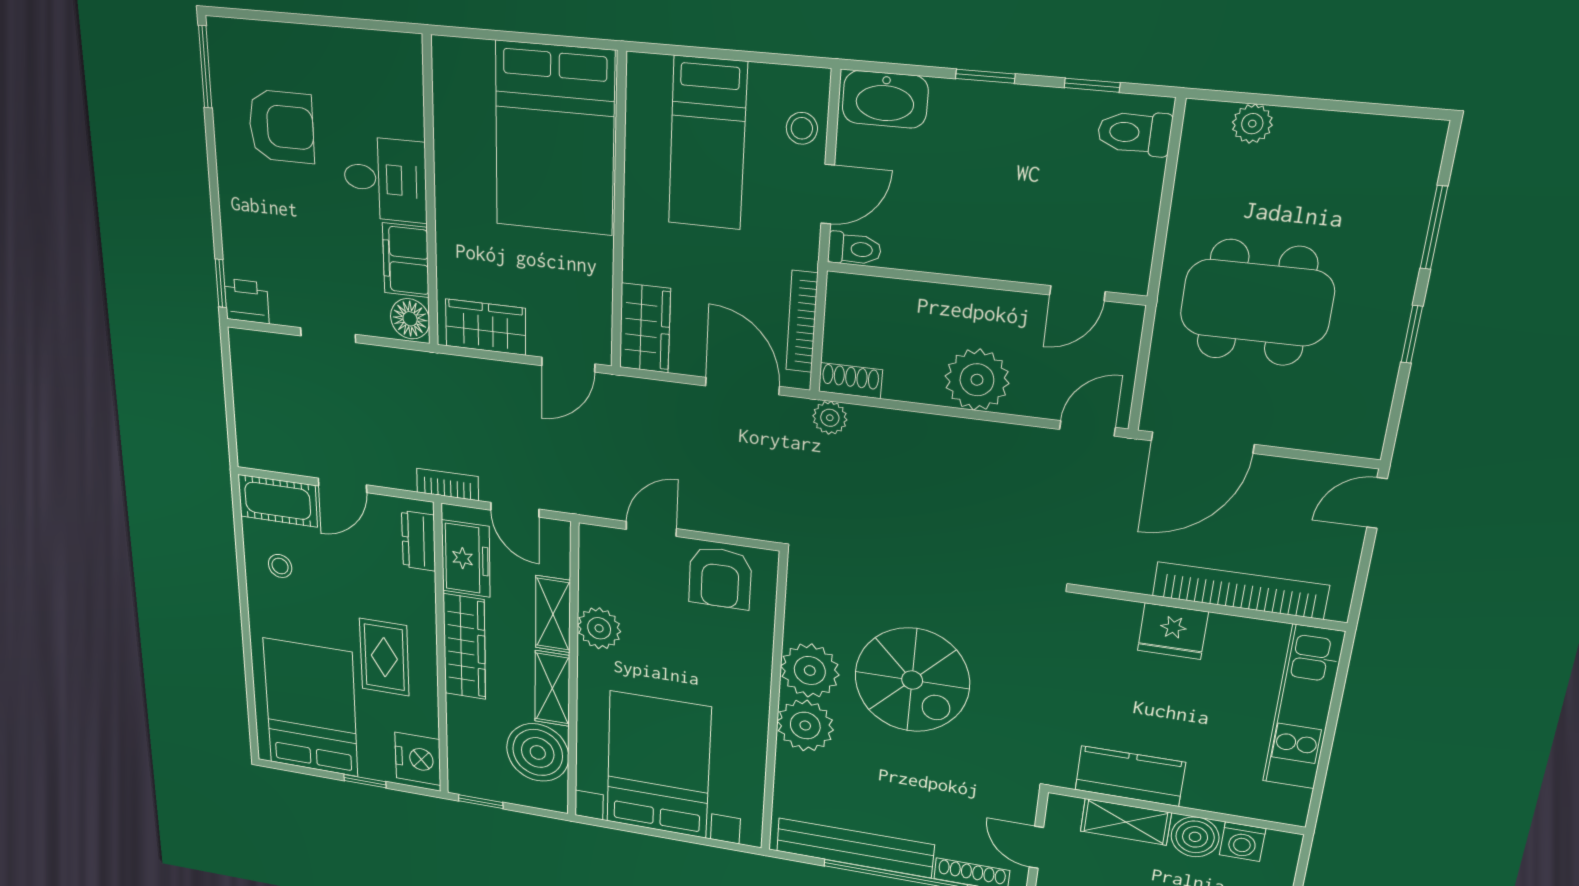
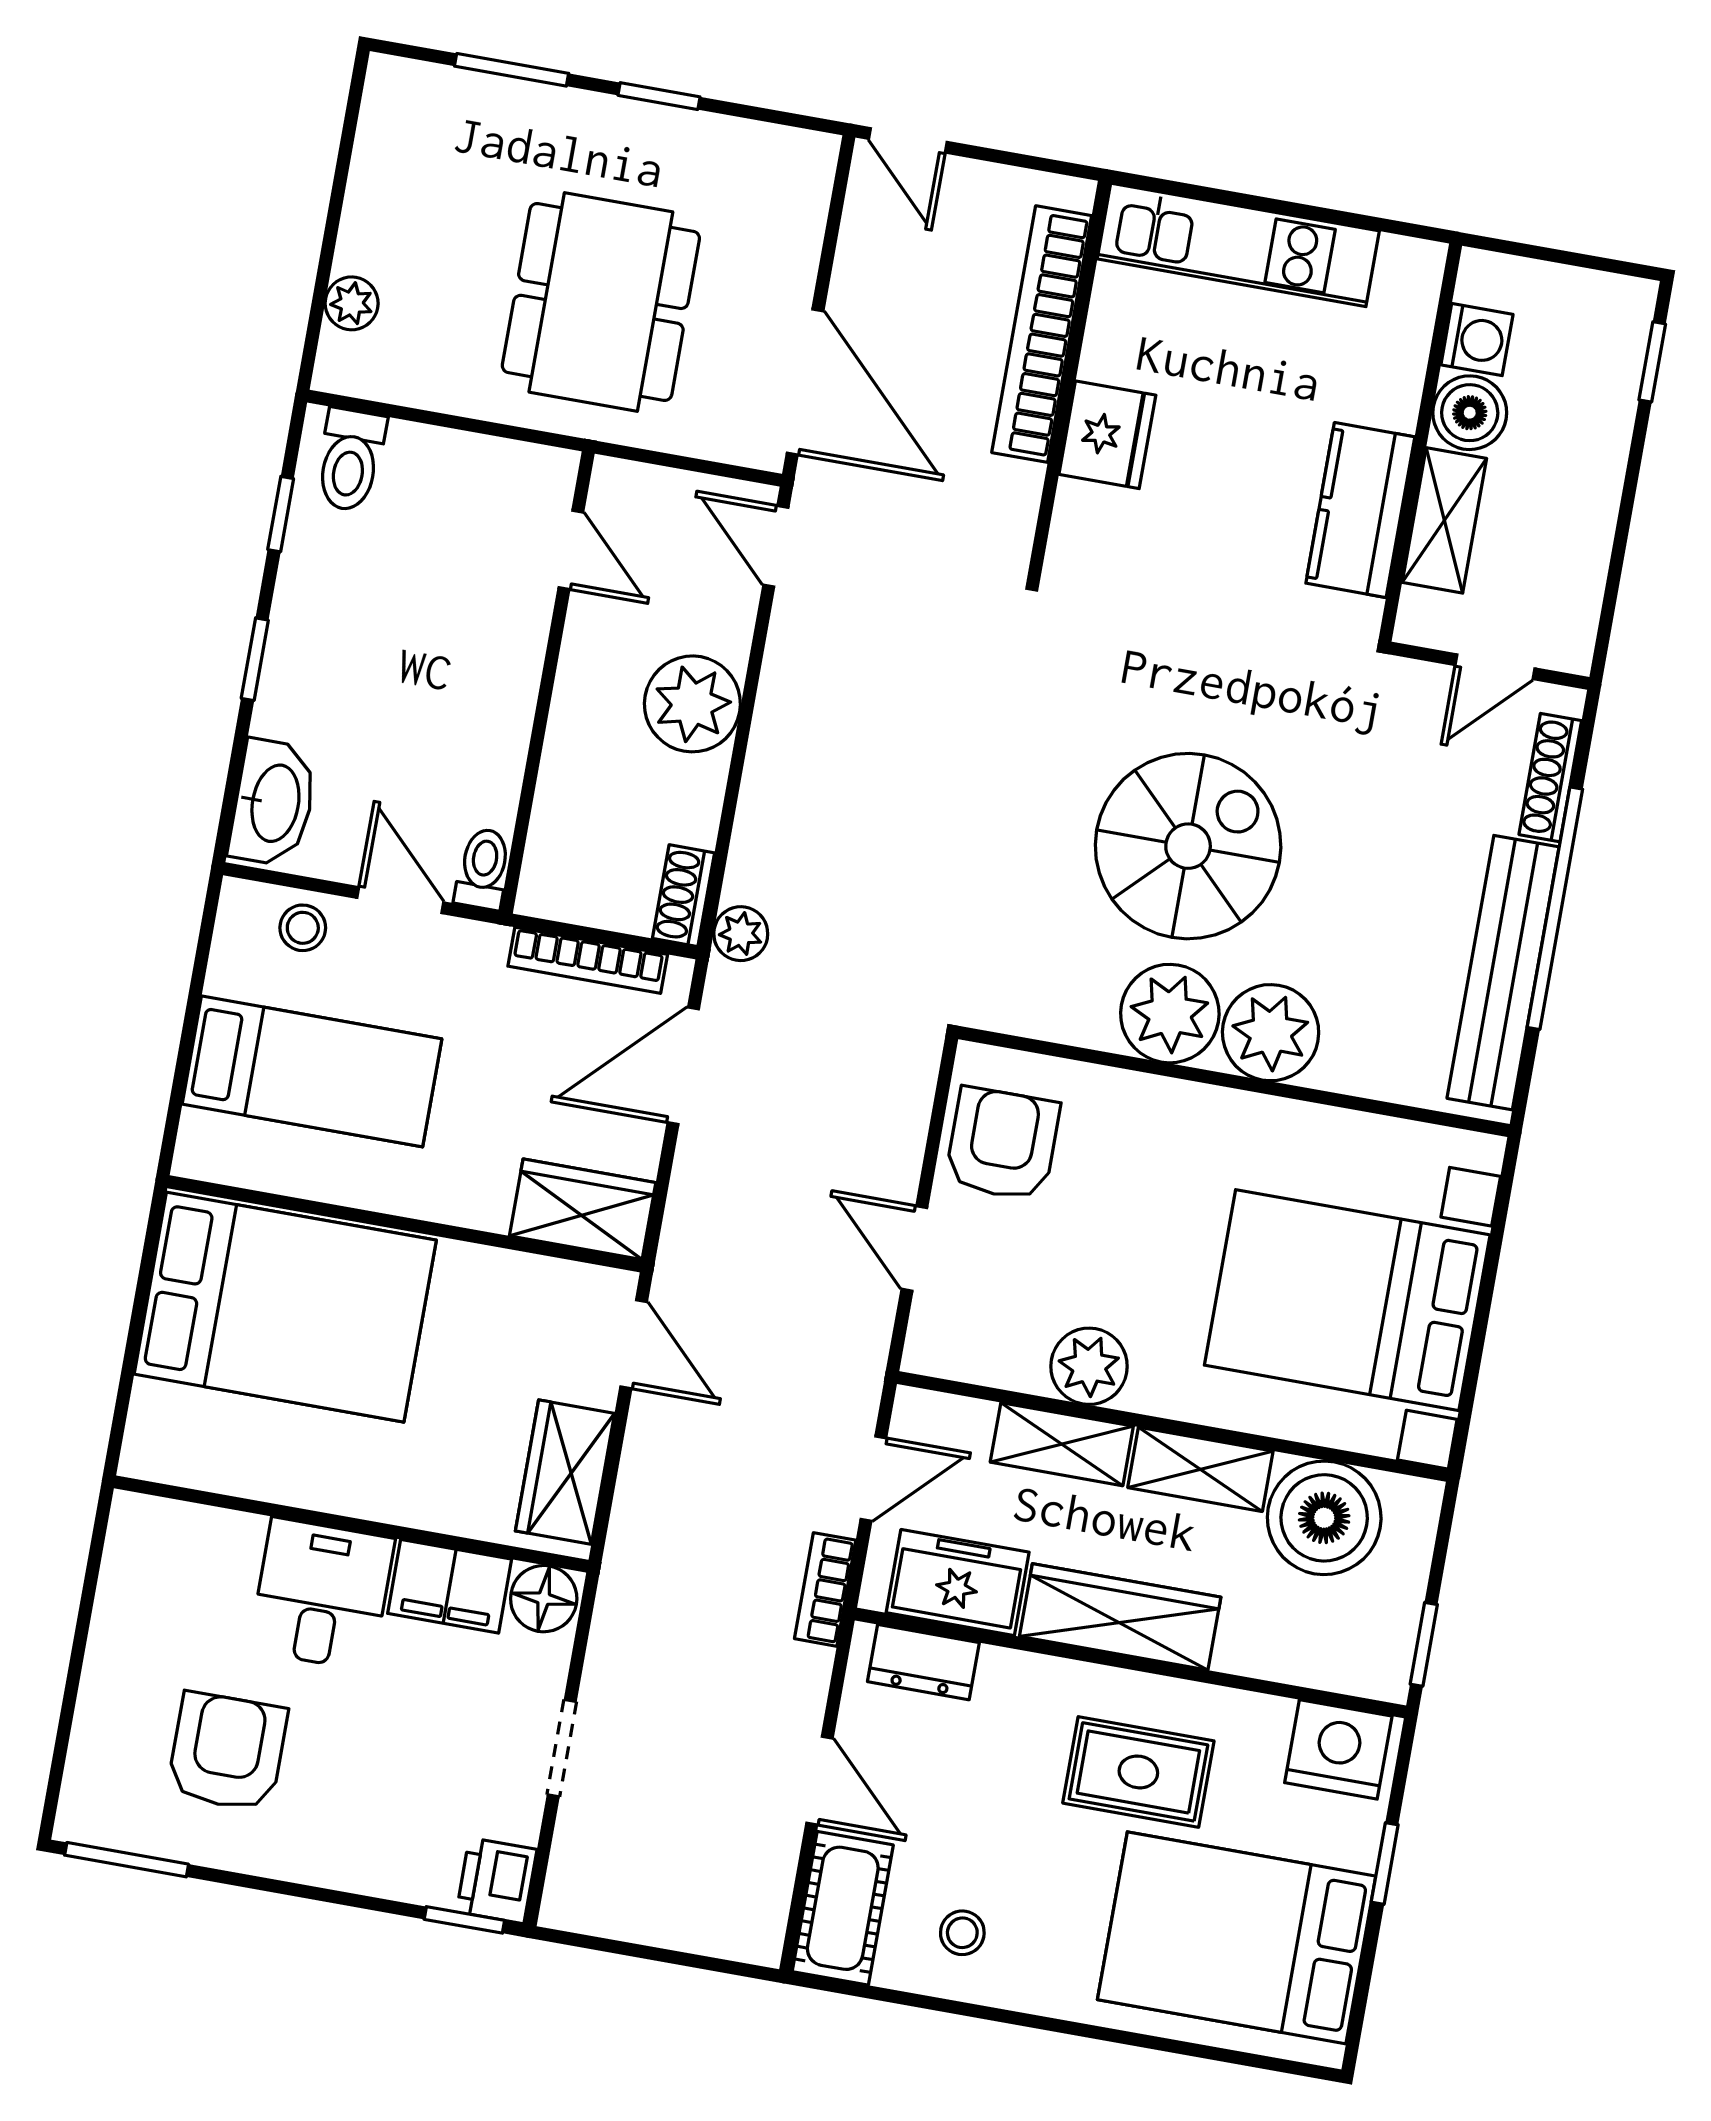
armchair: (720, 578) -> (1002, 1144), turned -90

